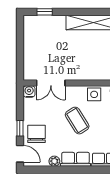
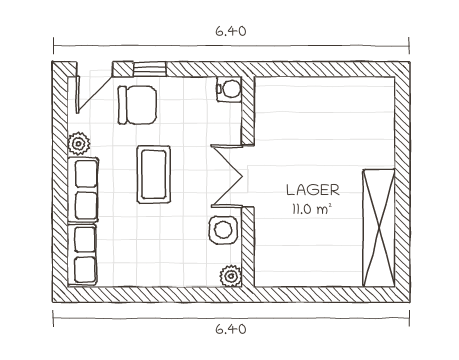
window: (45, 12) -> (402, 122), removed
double door: (51, 83) -> (248, 176), moved
coffee table: (77, 121) -> (154, 174), moved, turned -58

